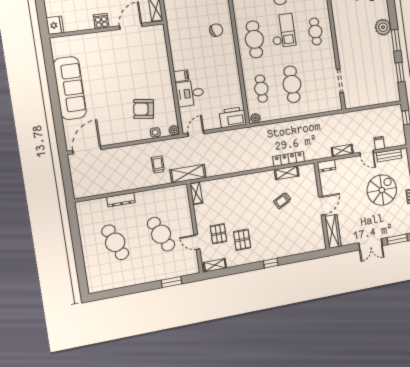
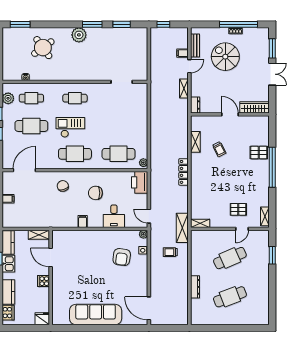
chair: (214, 68) -> (95, 193), added
filing cabinet: (181, 76) -> (83, 222), moved
cafe table: (292, 84) -> (119, 126), removed
cafe table: (261, 89) -> (119, 154), width x1.37, depth x1.35
locker: (289, 159) -> (184, 172), moved
pallet: (242, 240) -> (259, 153), moved
window: (271, 263) -> (272, 167), width x3.17

